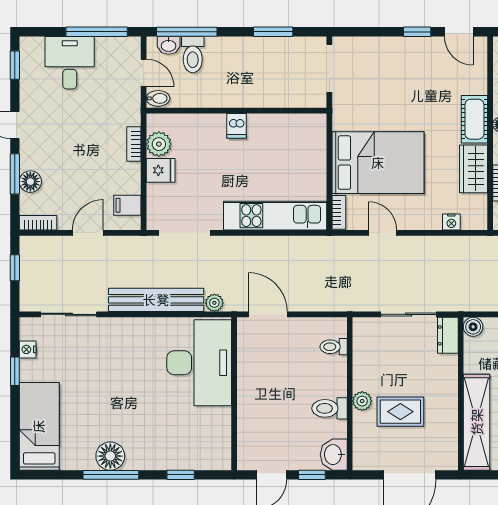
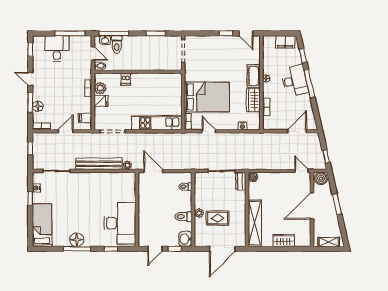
dishwasher: (237, 126) -> (126, 79), moved
desk: (199, 363) -> (120, 223), moved

